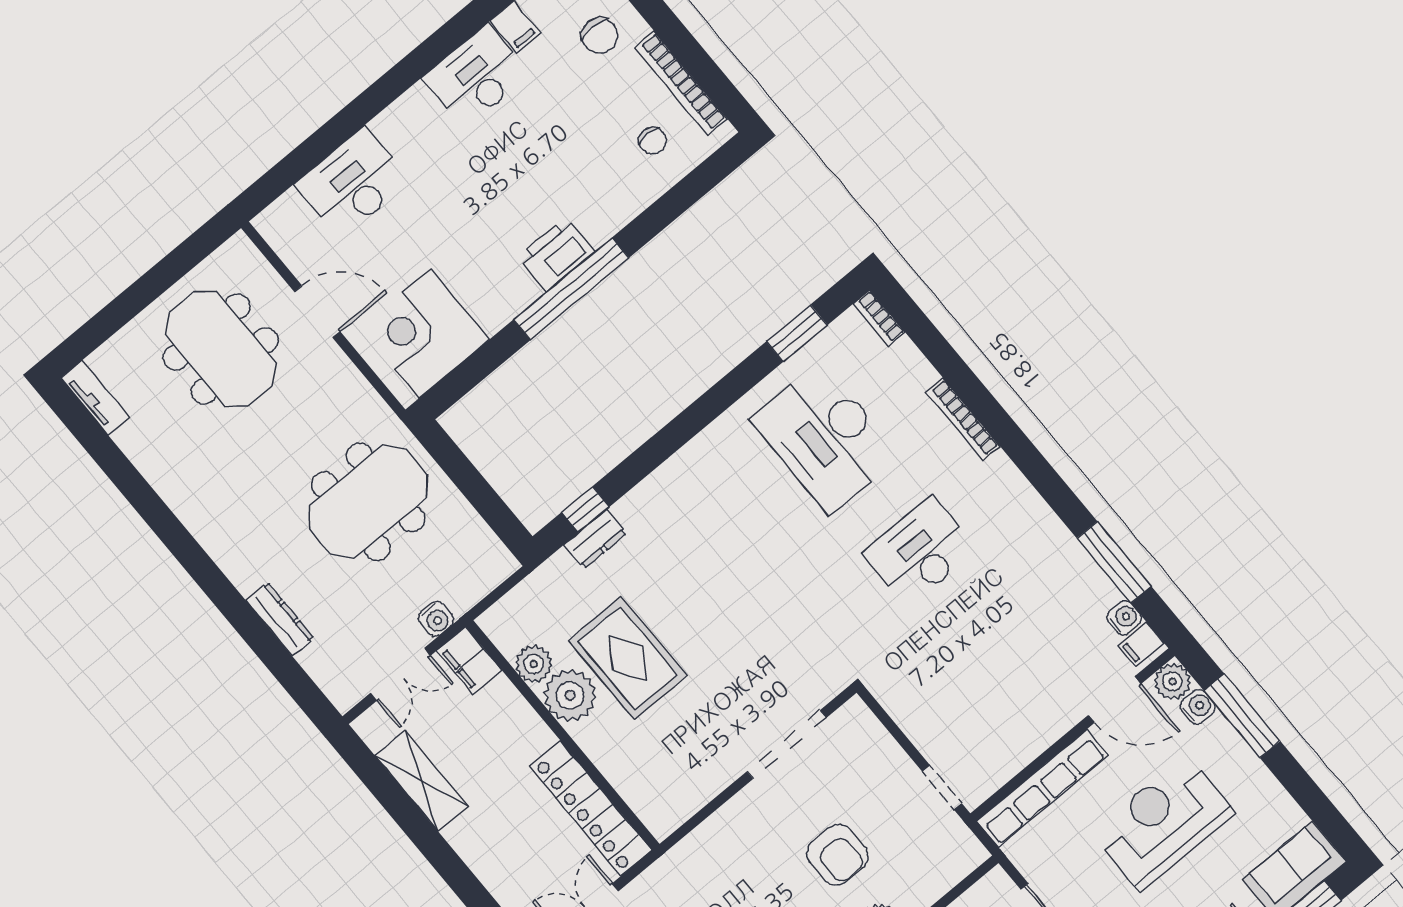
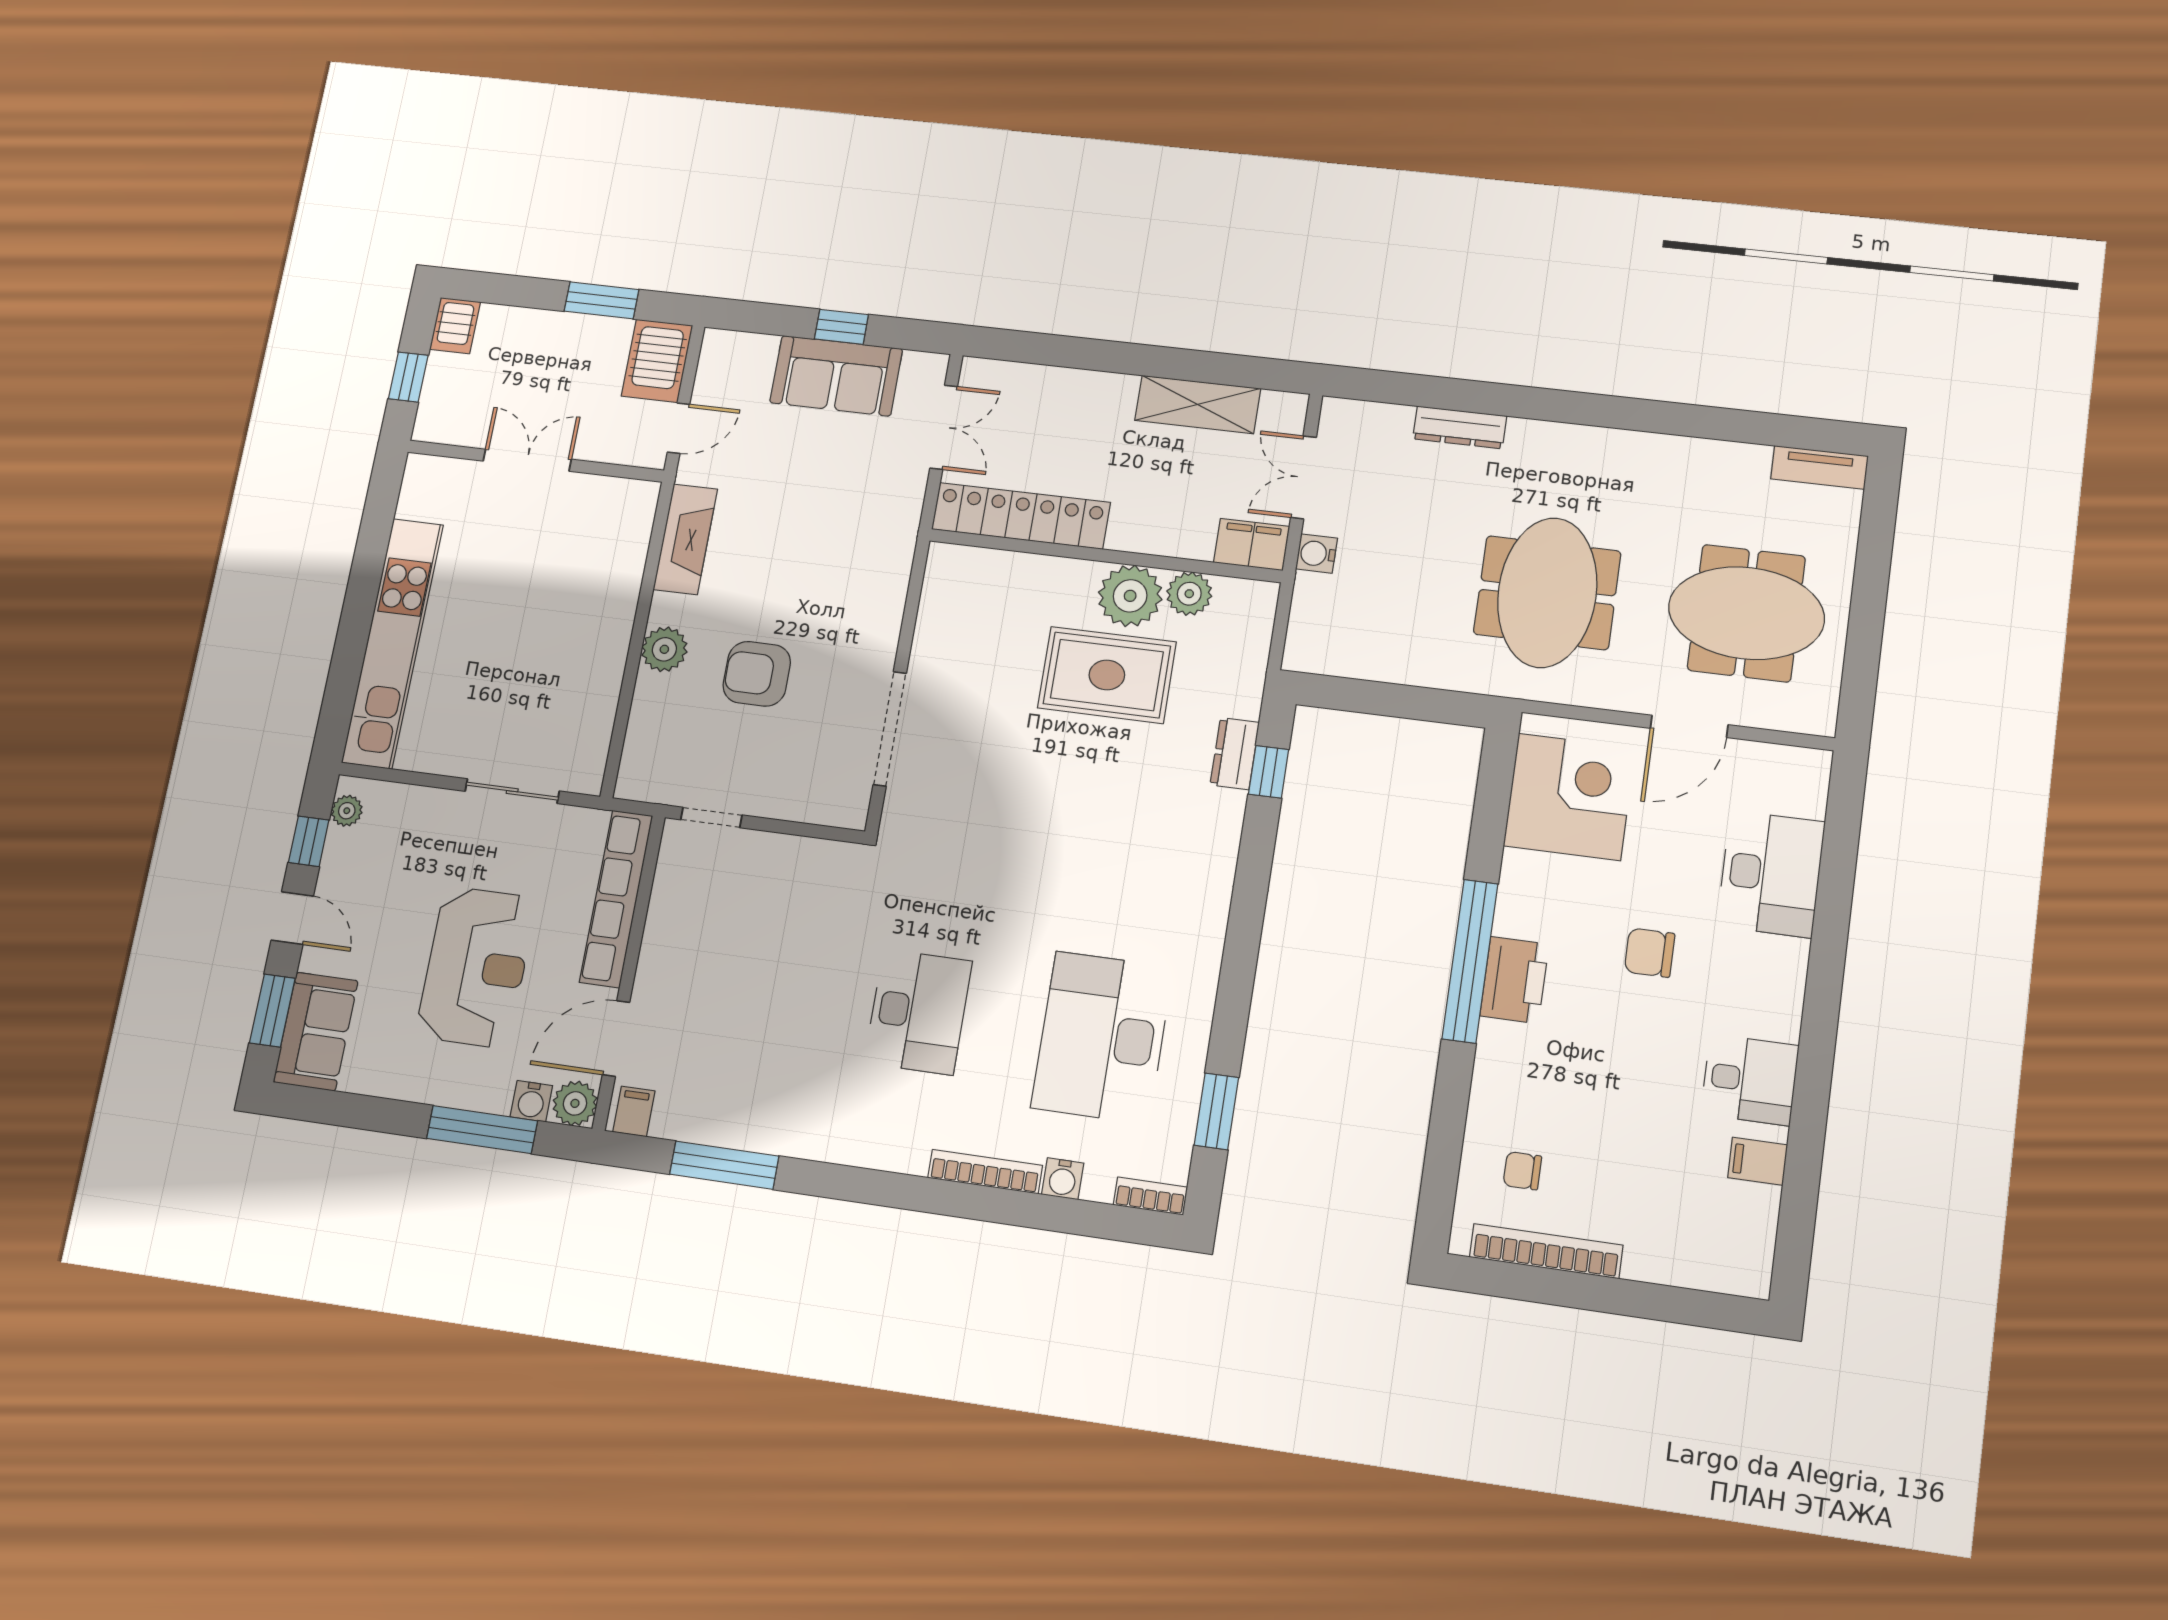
chair: (599, 36) -> (1650, 953), moved
desk: (476, 76) -> (1750, 1080), width x0.73
desk: (825, 438) -> (1102, 1037), turned -90
meeting table: (368, 502) -> (1547, 593), moved
water cooler: (1124, 618) -> (1063, 1179), moved

